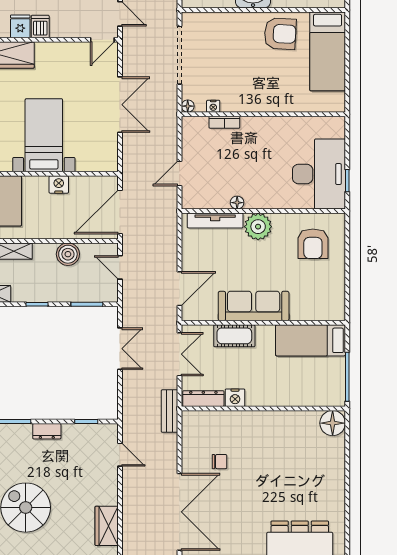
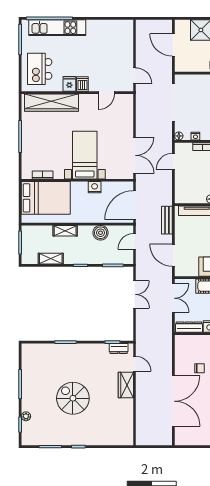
door: (102, 40) -> (107, 93), moved
double door: (120, 105) -> (135, 155), moved
door: (180, 173) -> (173, 161), moved
door: (120, 267) -> (135, 241), hinge flipped
door: (180, 289) -> (173, 255), swing flipped
bench: (170, 411) -> (167, 220), moved
dresser: (47, 431) -> (119, 348), moved
wardrobe: (107, 526) -> (126, 385), moved

